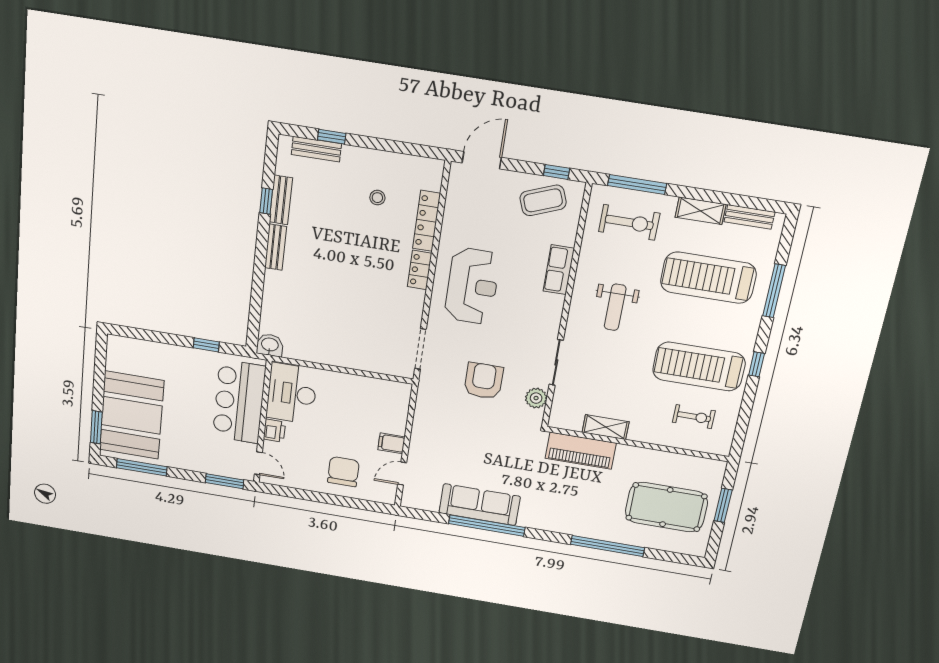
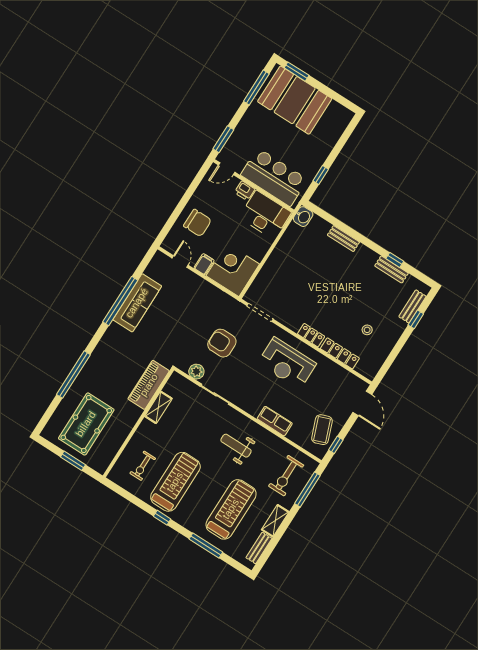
bench: (276, 247) -> (343, 239), moved
armchair: (484, 381) -> (222, 343), turned 180
corner desk: (382, 405) -> (233, 270), added

